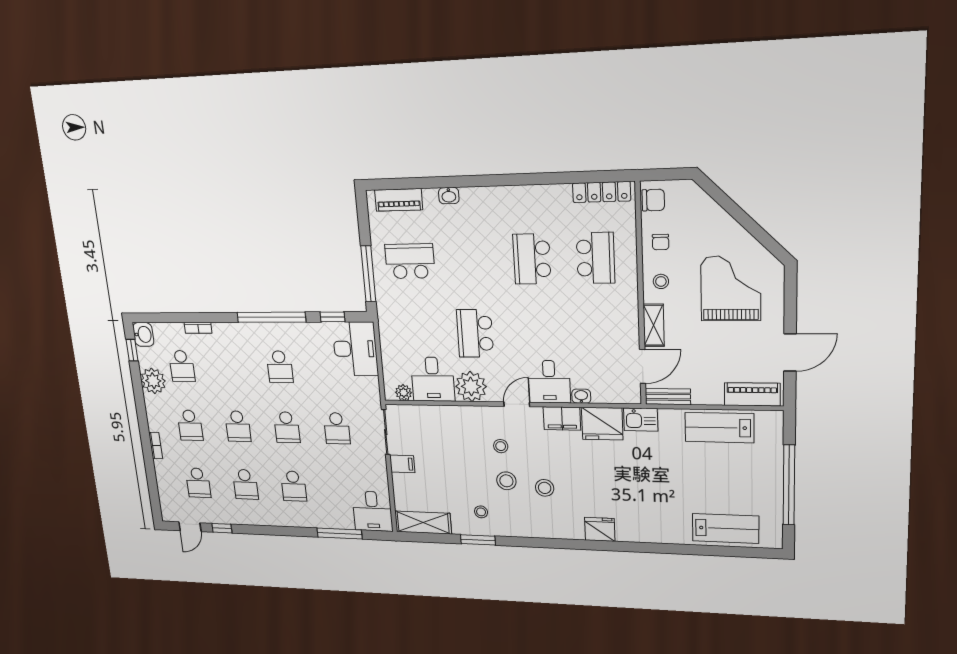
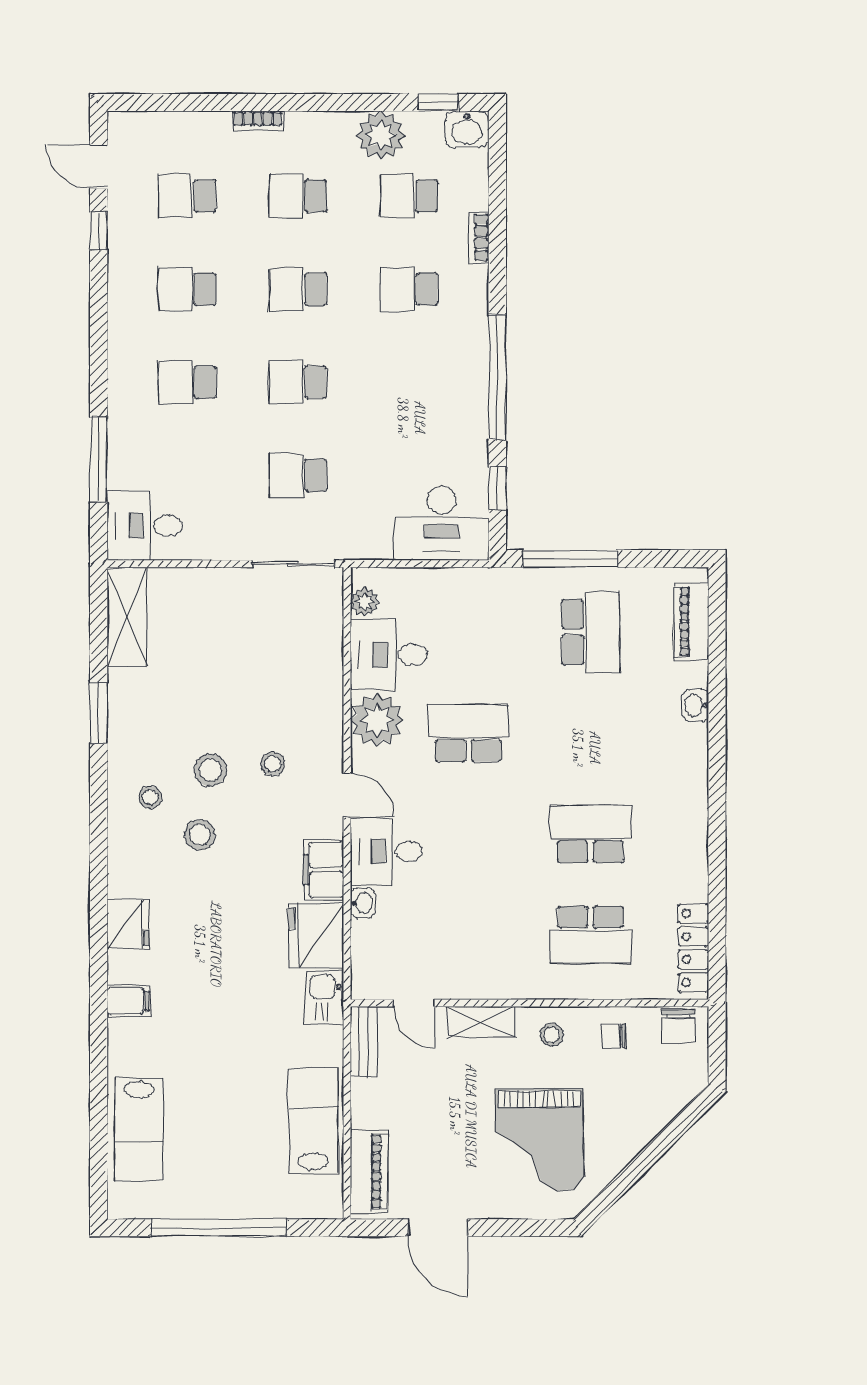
grand piano: (731, 289) -> (539, 1140), turned 90
door: (643, 366) -> (414, 1003), width x0.73
school desk: (280, 367) -> (409, 289), moved
filing cabinet: (402, 464) -> (128, 1001), moved, turned -90
stool: (481, 512) -> (150, 797), moved

